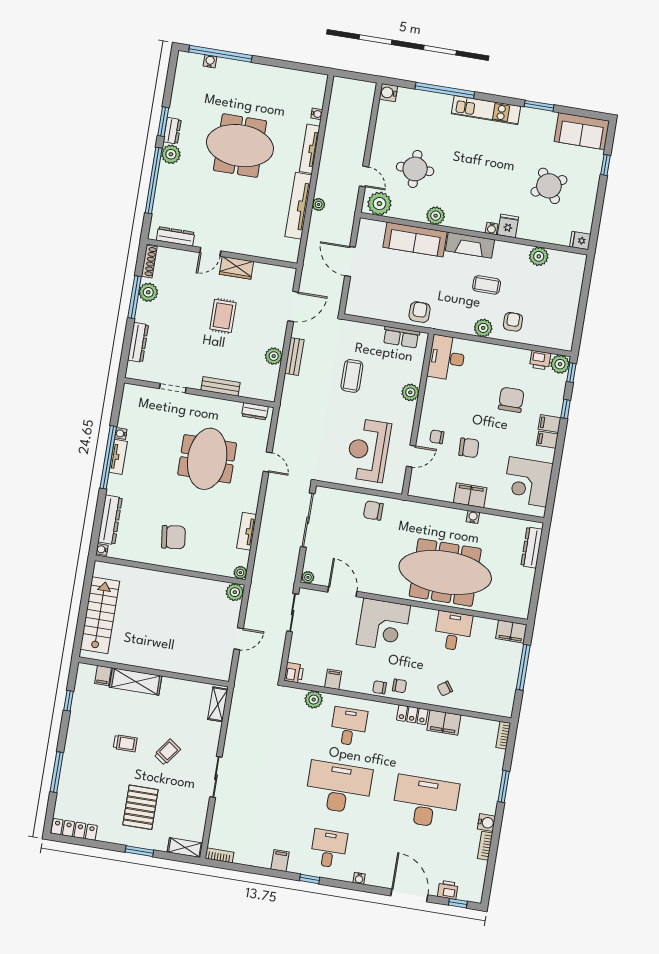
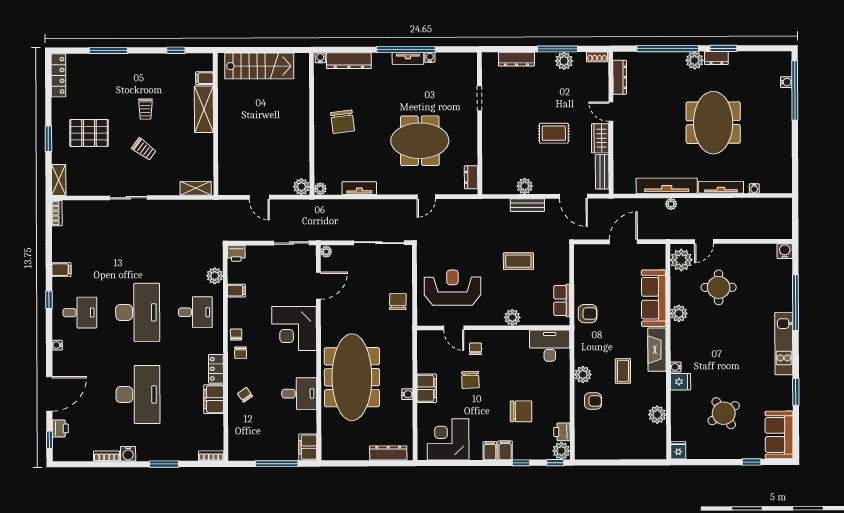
shoe rack: (149, 261) -> (597, 57), width x0.70
bench: (220, 386) -> (602, 172), moved

